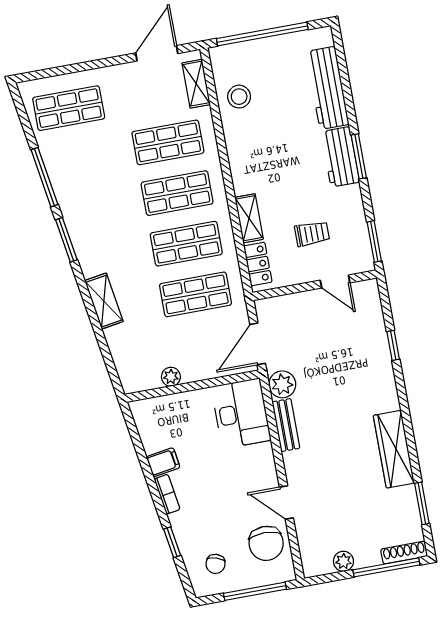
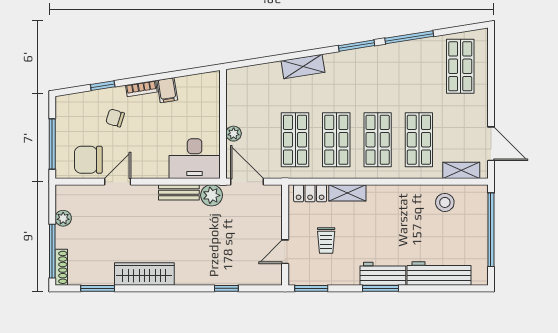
plant: (171, 377) -> (234, 134), moved
chair: (216, 564) -> (115, 118), moved

